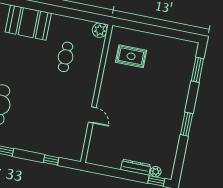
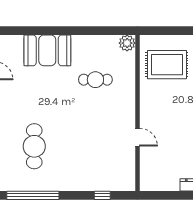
rug: (131, 56) -> (167, 65), width x1.36, depth x1.43
cafe table: (66, 57) -> (95, 80), turned 90

